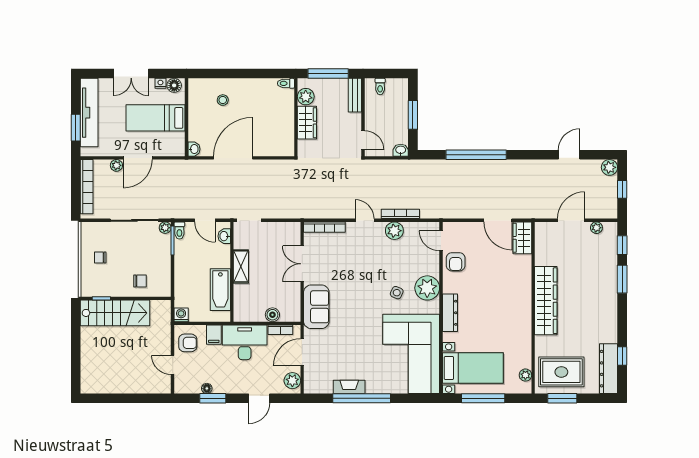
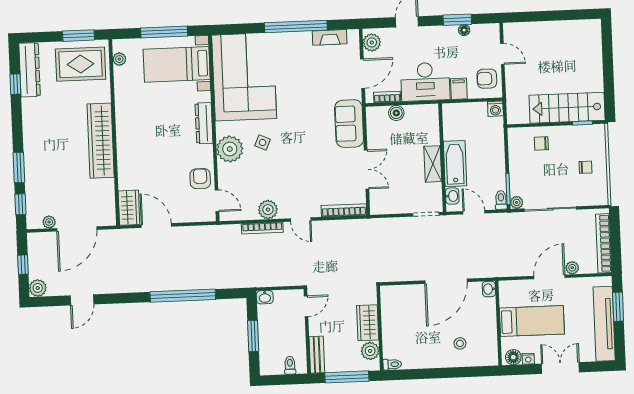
door: (363, 140) -> (306, 306), swing flipped
door: (571, 220) -> (77, 229), width x1.36
bathtub: (220, 290) -> (455, 164), moved
fireplace: (349, 387) -> (330, 37), moved

